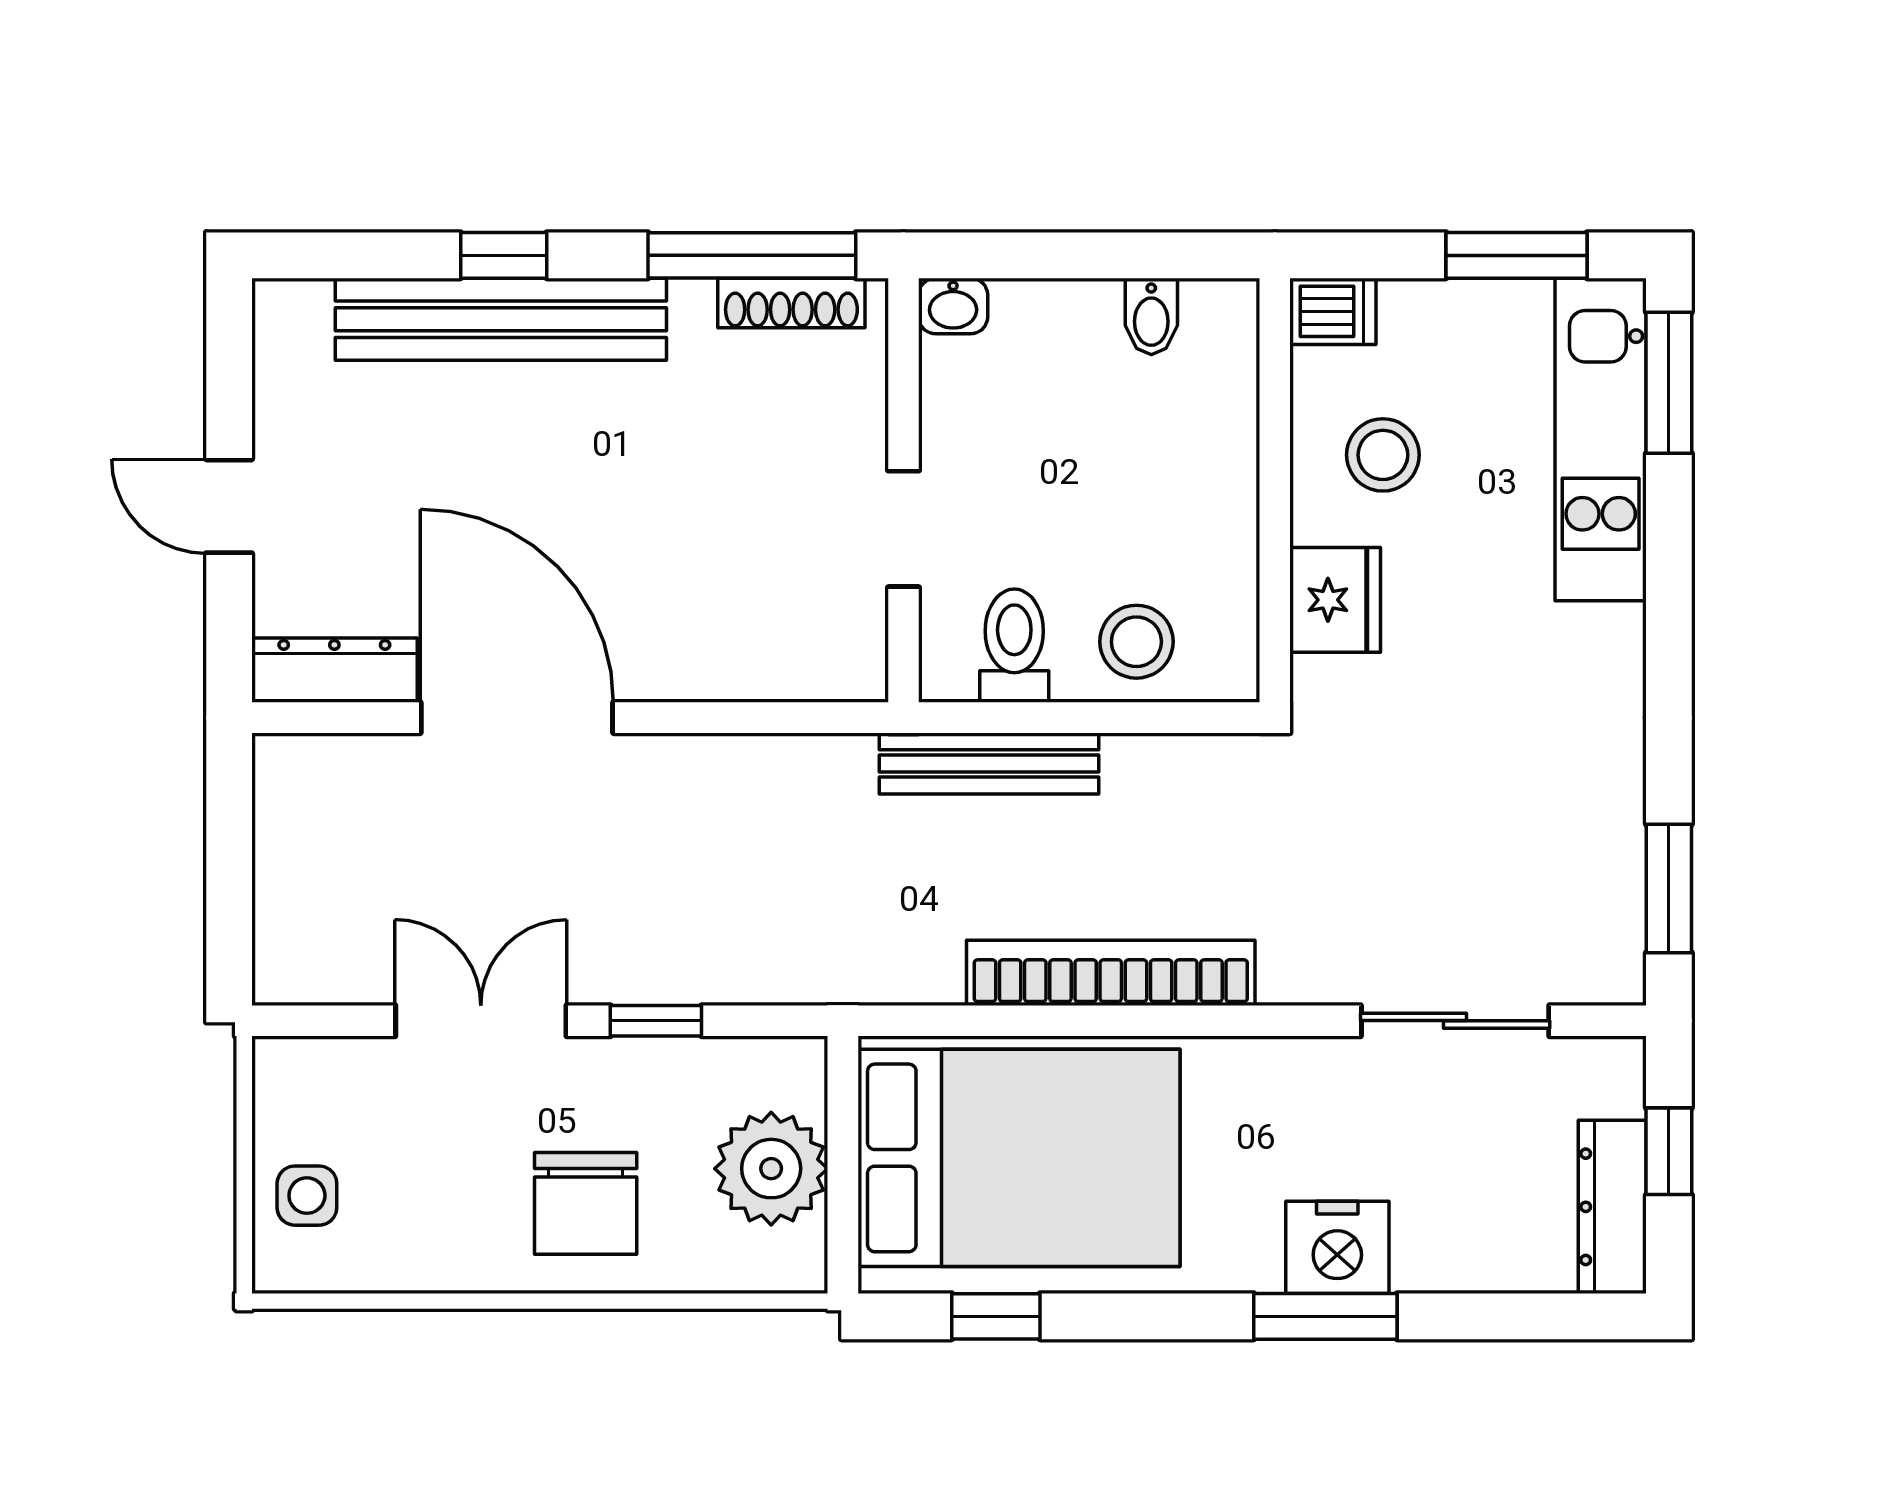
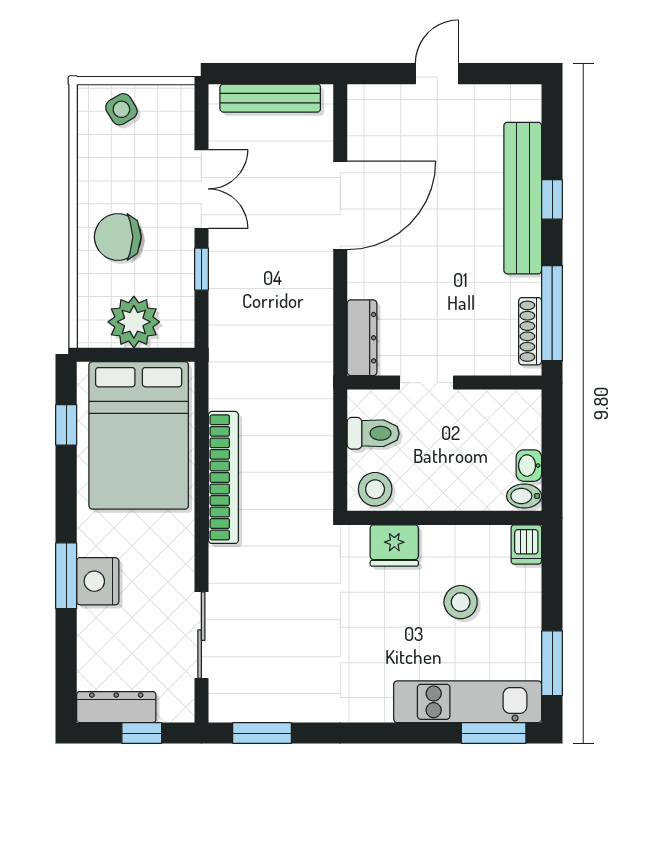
washbasin: (953, 306) -> (529, 466), moved
dishwasher: (1333, 311) -> (526, 544), moved
wall: (1275, 490) -> (444, 518), moved
fridge: (1335, 600) -> (394, 546), moved
dresser: (334, 670) -> (362, 338), moved
bench: (989, 763) -> (270, 98), moved, turned 90
side table: (307, 1196) -> (121, 109), turned -31

